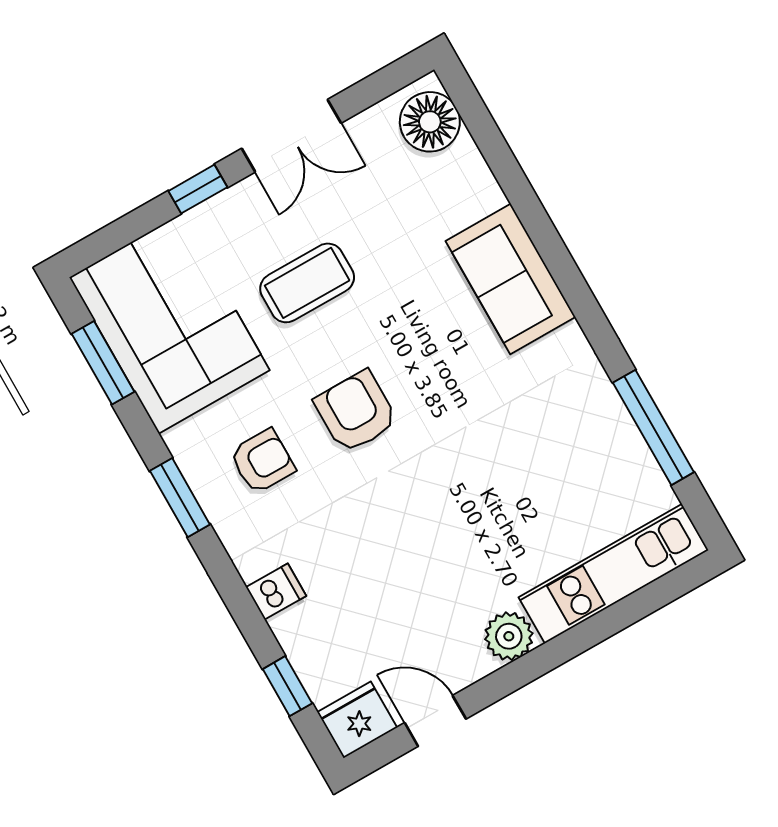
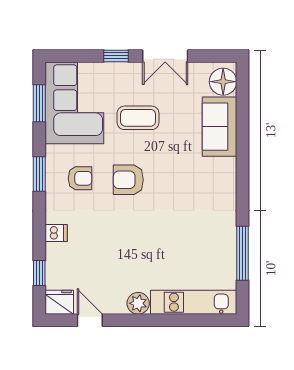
sofa: (510, 279) -> (219, 127), moved
armchair: (356, 412) -> (128, 180), turned -90

